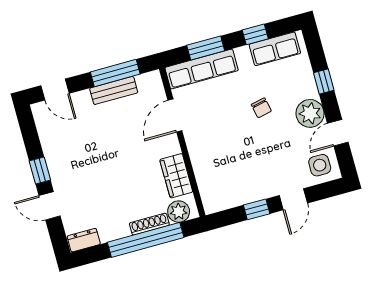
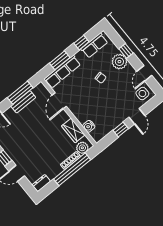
plant: (310, 113) -> (119, 62), moved
water cooler: (205, 180) -> (89, 126), added

